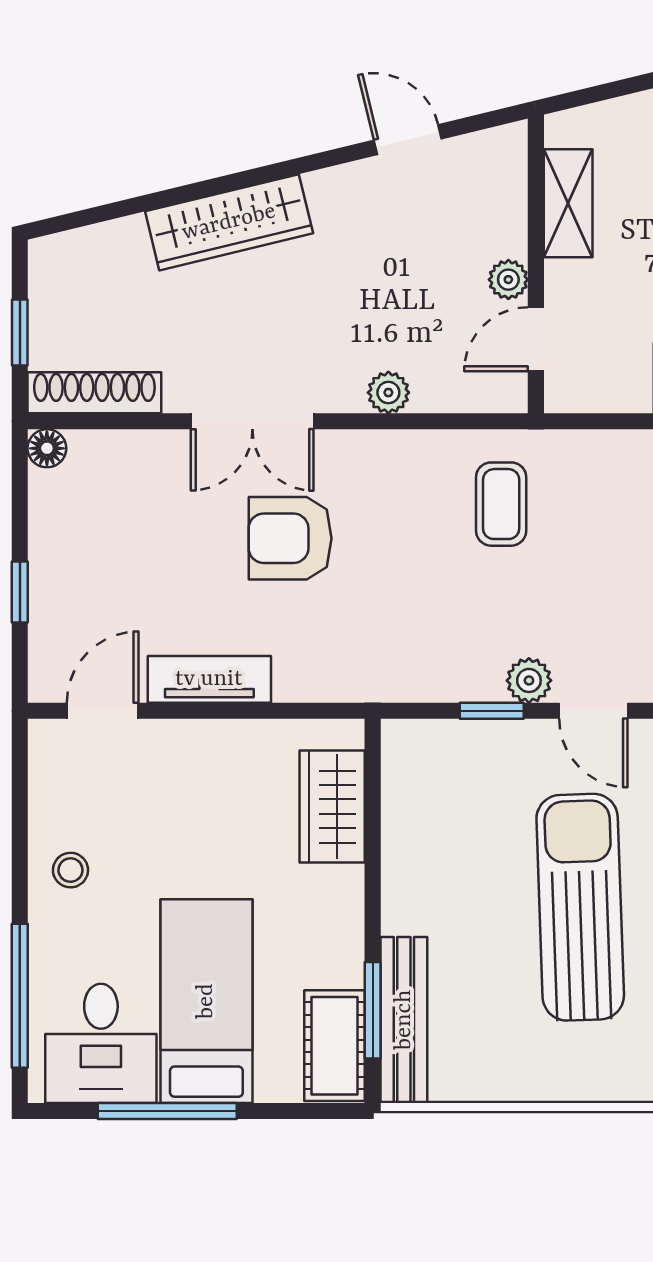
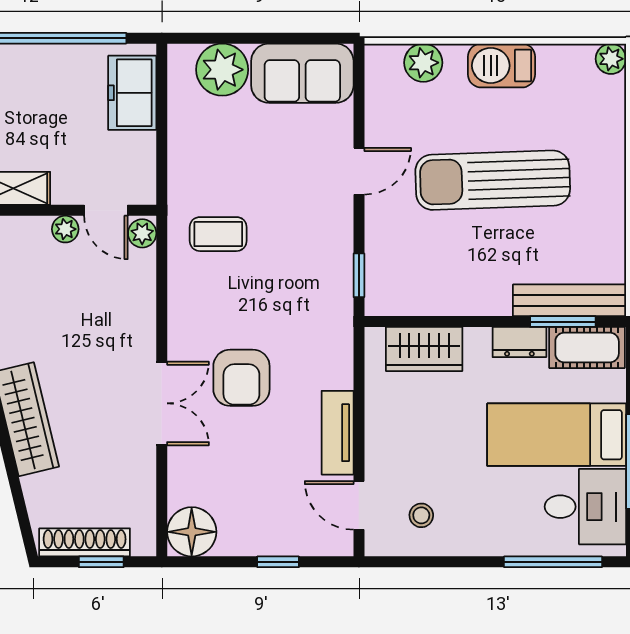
shoe rack: (94, 393) -> (85, 542), moved, turned 90
plant: (388, 393) -> (142, 233), moved
floor lamp: (47, 448) -> (192, 532), width x1.89, depth x1.89
plant: (529, 680) -> (338, 215), removed
window: (492, 711) -> (359, 275), moved
stool: (70, 870) -> (421, 515), moved
dresser: (343, 946) -> (519, 342), added

